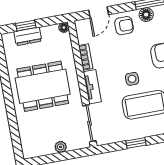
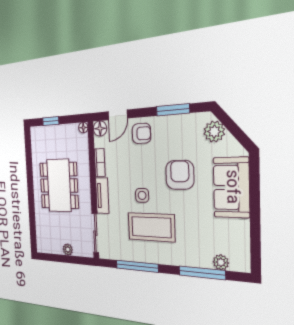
floor lamp: (146, 15) -> (100, 129), moved
dresser: (28, 36) -> (51, 132), removed
dining table: (43, 86) -> (59, 185), turned 90
window: (136, 143) -> (137, 266), width x2.17

